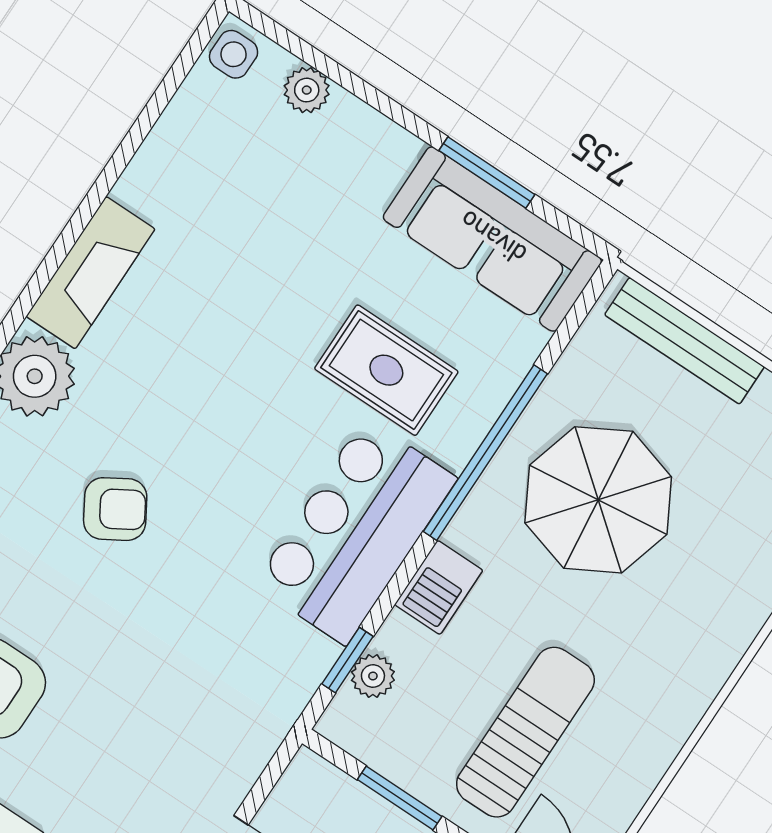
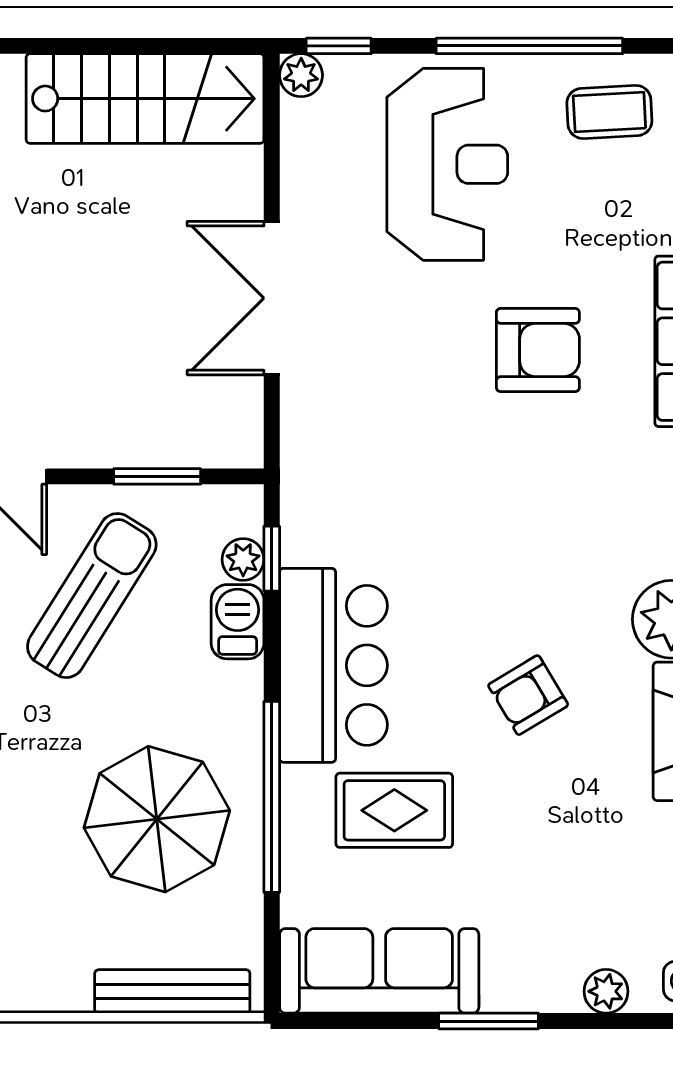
window: (487, 172) -> (489, 1021), moved
armchair: (115, 509) -> (528, 695), moved
barbecue: (439, 587) -> (238, 622), moved
sun lounger: (525, 732) -> (92, 596), turned -148

